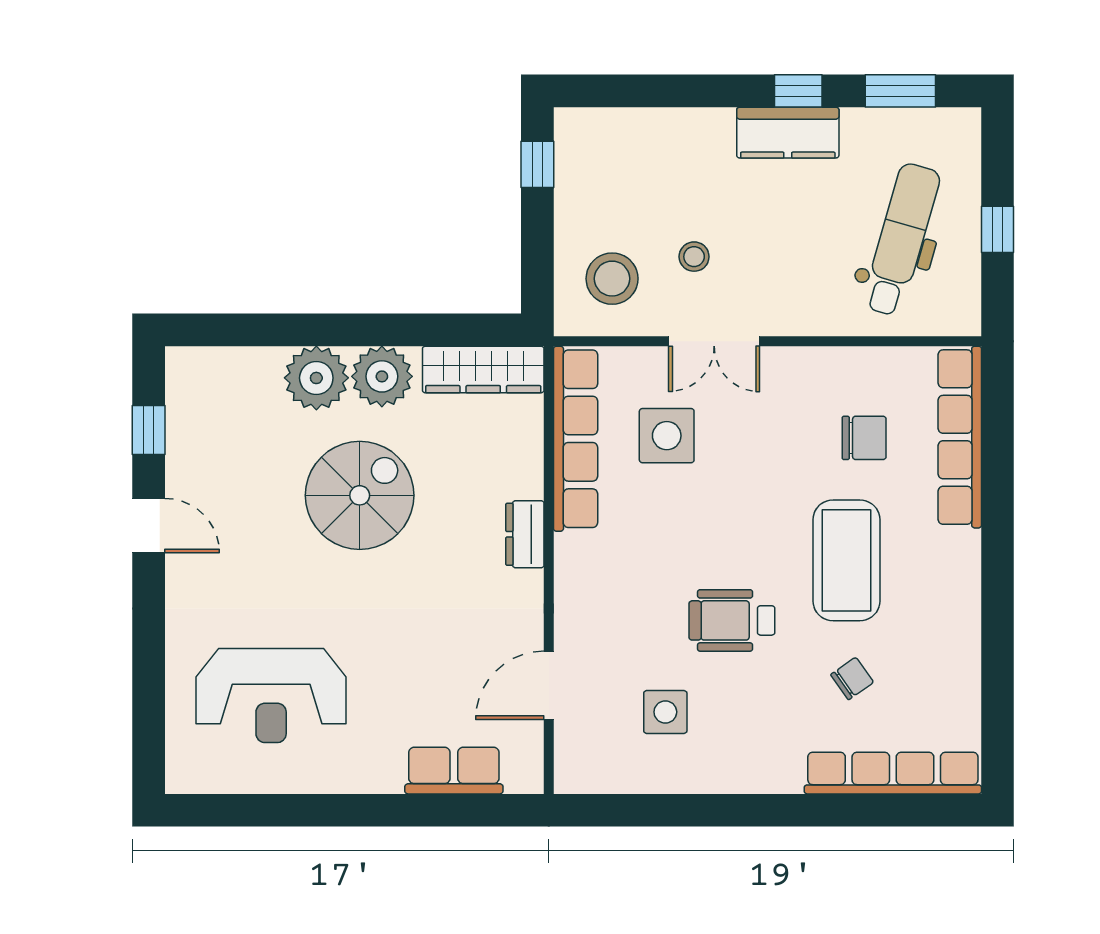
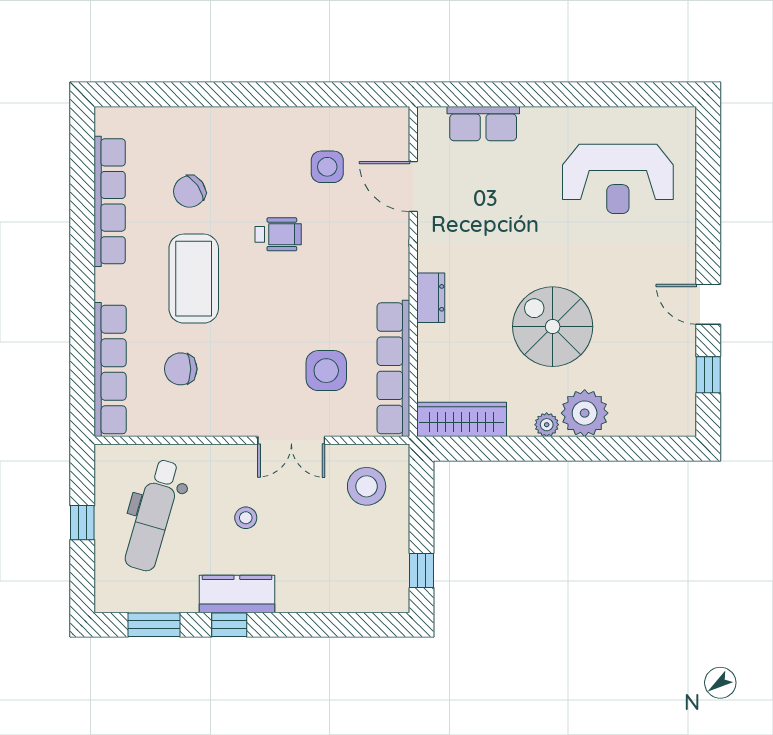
stool: (694, 257) -> (246, 518), moved
double door: (714, 341) -> (291, 440), swing flipped
plant: (382, 376) -> (547, 425), width x0.53, depth x0.53
spiral stairs: (360, 495) -> (553, 327), turned 90
wheelchair: (732, 620) -> (278, 234), width x0.73, depth x0.73
chair: (852, 678) -> (190, 192), width x1.37, depth x1.37
door: (549, 685) -> (413, 186), swing flipped
reception desk: (271, 696) -> (618, 179), turned 180
row of seats: (893, 773) -> (110, 201), moved, turned -90

